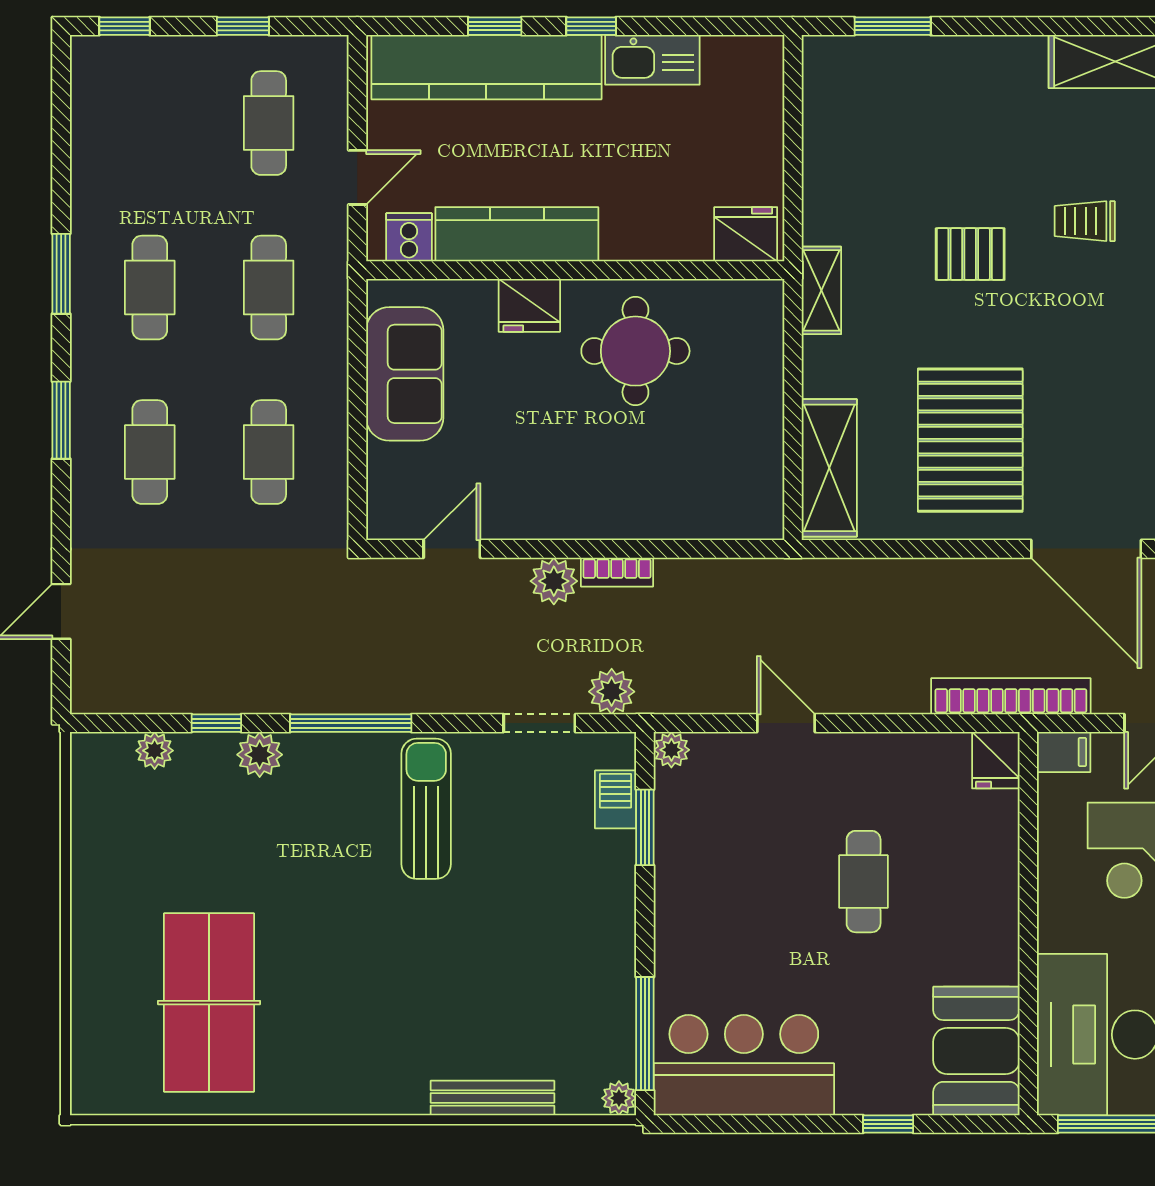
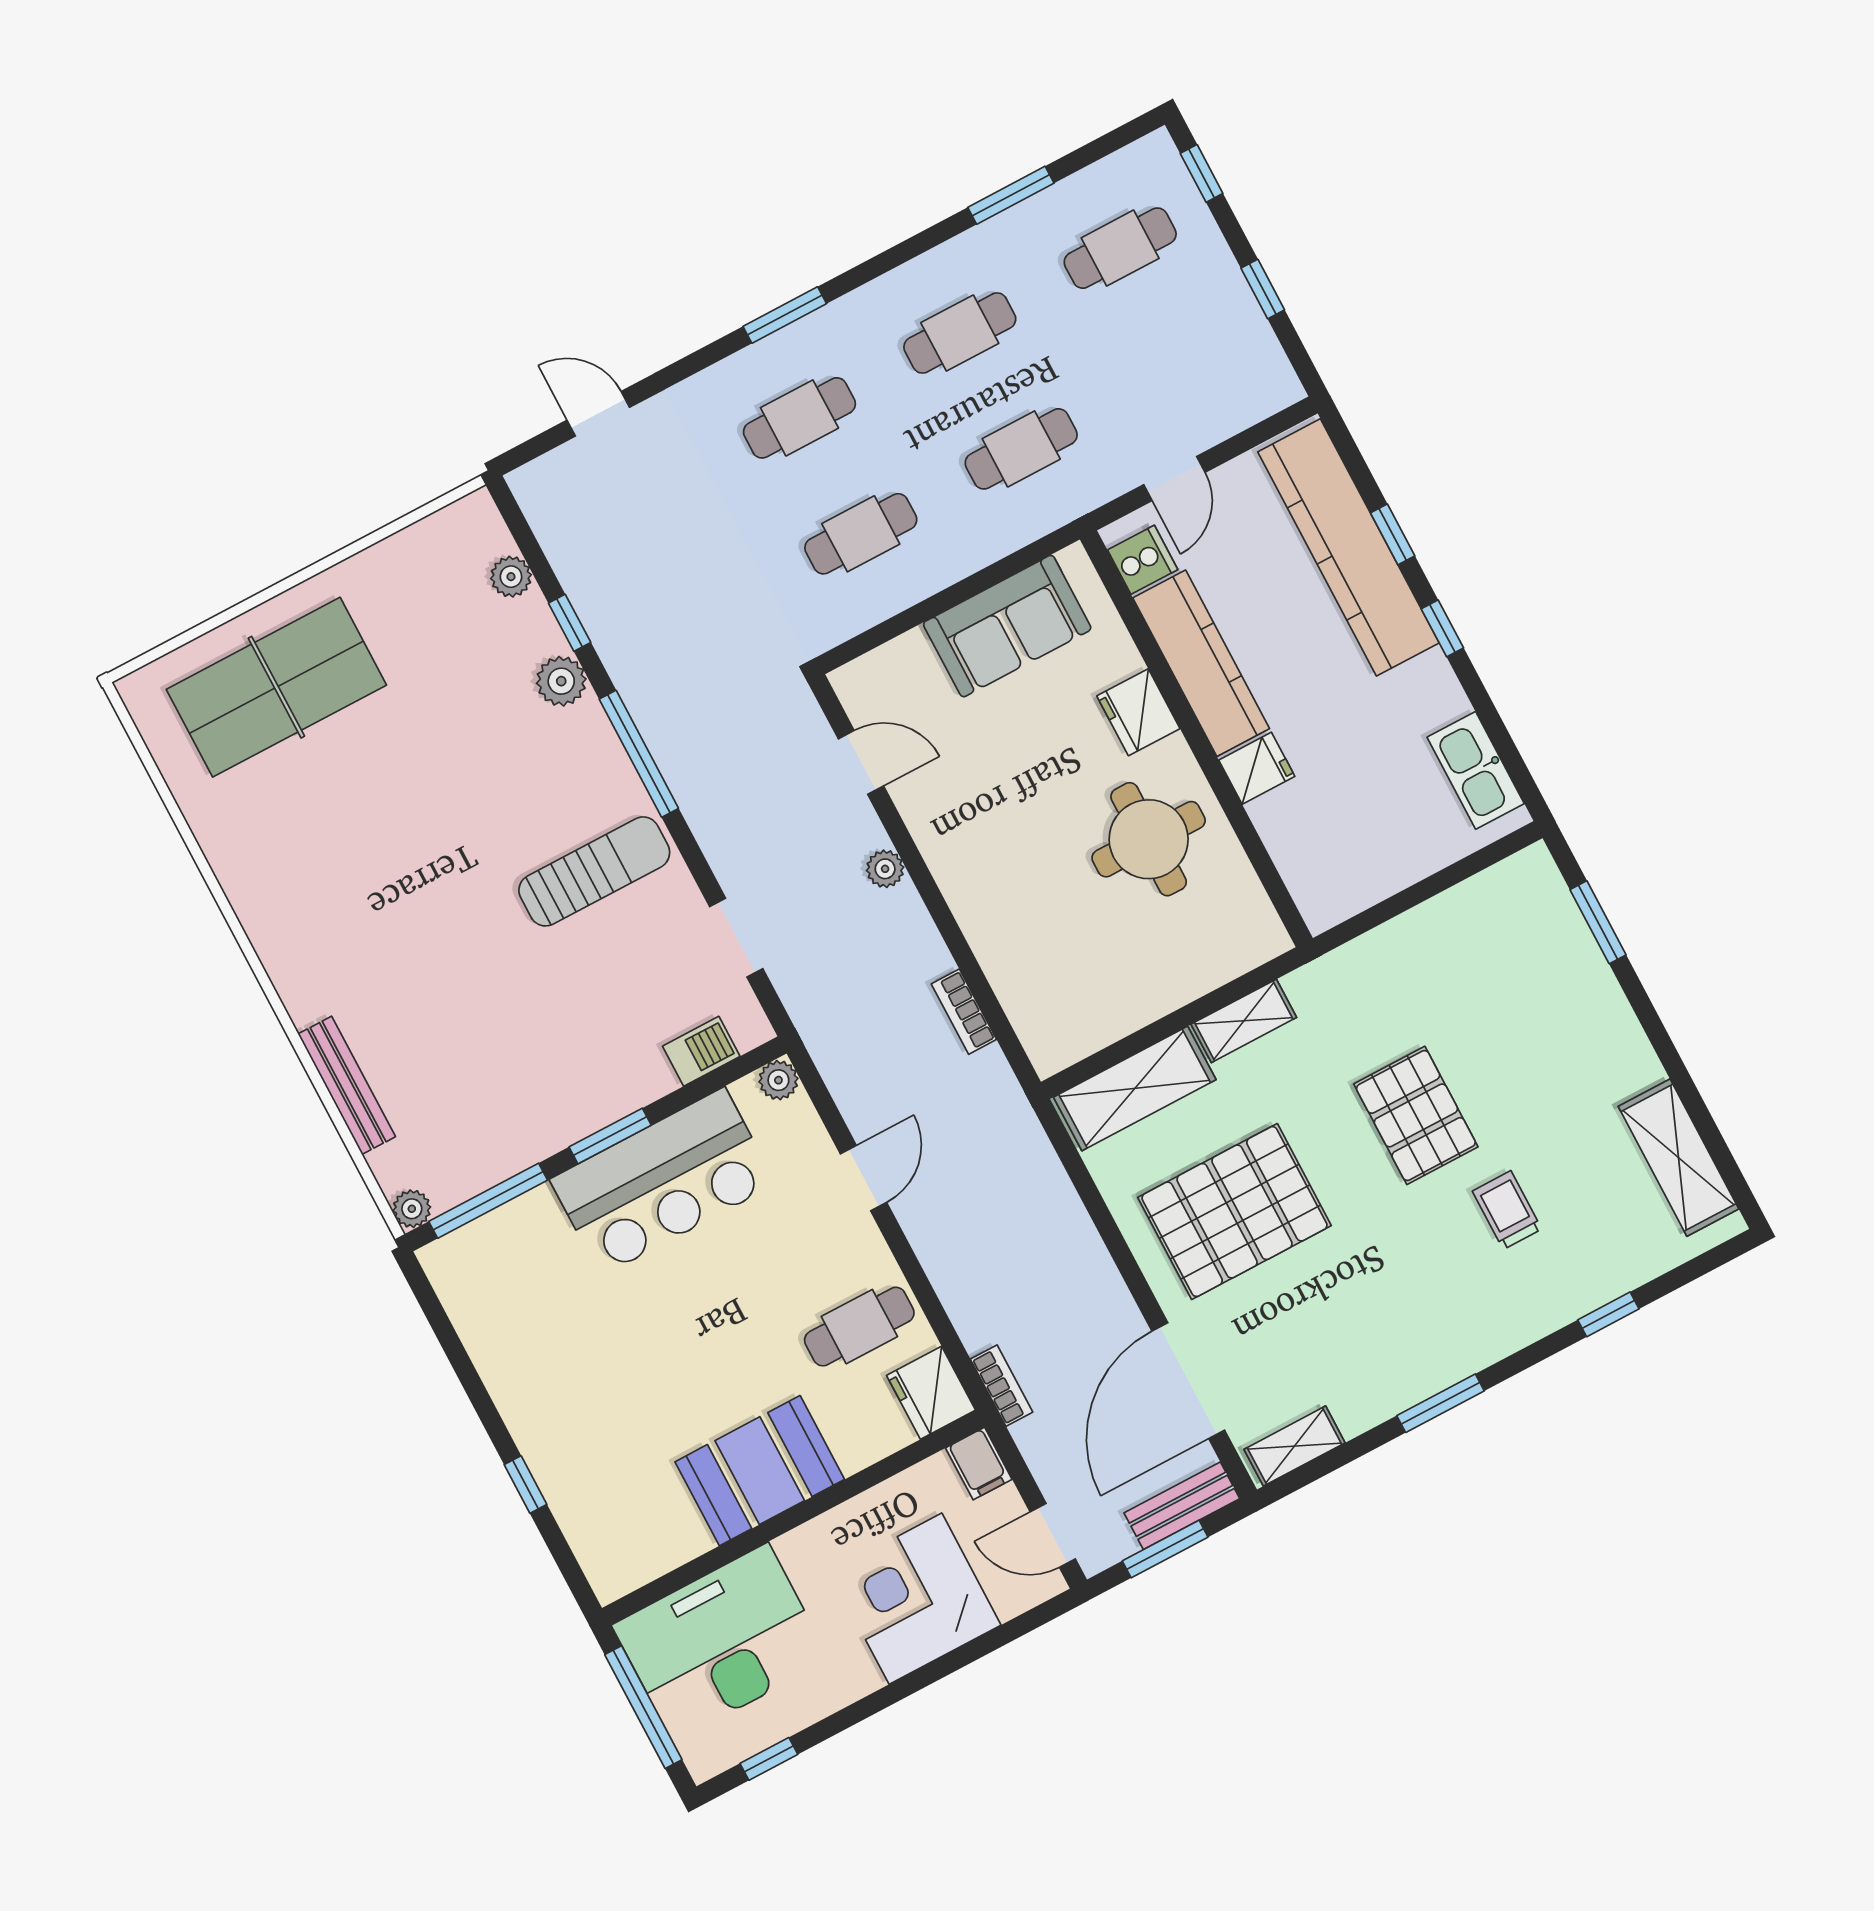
kitchen sink: (652, 60) -> (1476, 770), moved
cafe table: (269, 123) -> (1120, 248), moved
door: (357, 177) -> (1174, 478), hinge flipped
fridge: (746, 234) -> (1257, 768), moved, width x0.72
pallet: (970, 254) -> (1416, 1115), width x1.50, depth x1.42
window: (61, 274) -> (1011, 195), moved
shelving: (821, 290) -> (1244, 1021), moved
bookcase: (617, 572) -> (964, 1012), moved
plant: (554, 581) -> (885, 869), width x0.73, depth x0.73
plant: (612, 692) -> (804, 992), removed
bookcase: (1011, 696) -> (1002, 1386), width x0.43, depth x0.76
fridge: (996, 760) -> (931, 1393), width x1.38
window: (645, 827) -> (610, 1136), moved
cafe table: (864, 882) -> (859, 1327), moved
table tennis table: (209, 1003) -> (276, 687), moved
booth: (976, 1051) -> (760, 1471), moved
bar counter: (744, 1065) -> (663, 1182), moved, turned 90

